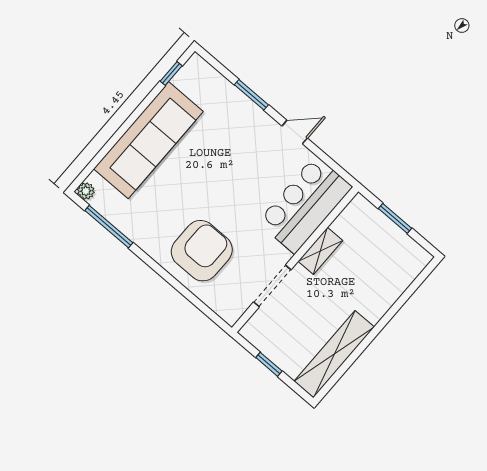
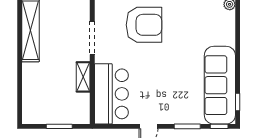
window: (216, 64) -> (219, 126), added
sofa: (148, 140) -> (220, 85), moved
armchair: (202, 251) -> (144, 25), turned -90

